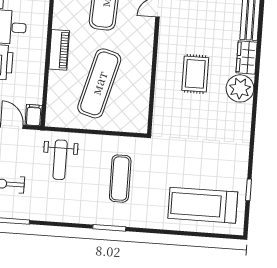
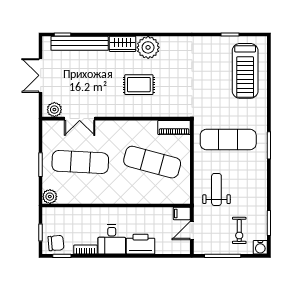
piano: (59, 50) -> (174, 128), moved, turned 180
weight bench: (60, 160) -> (216, 189), turned -90
exercise mat: (120, 179) -> (228, 140), width x1.36, depth x1.45

